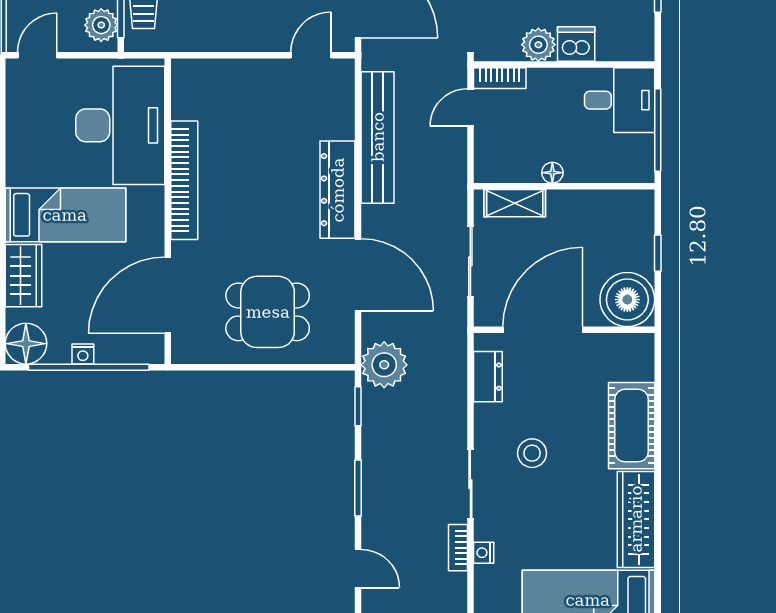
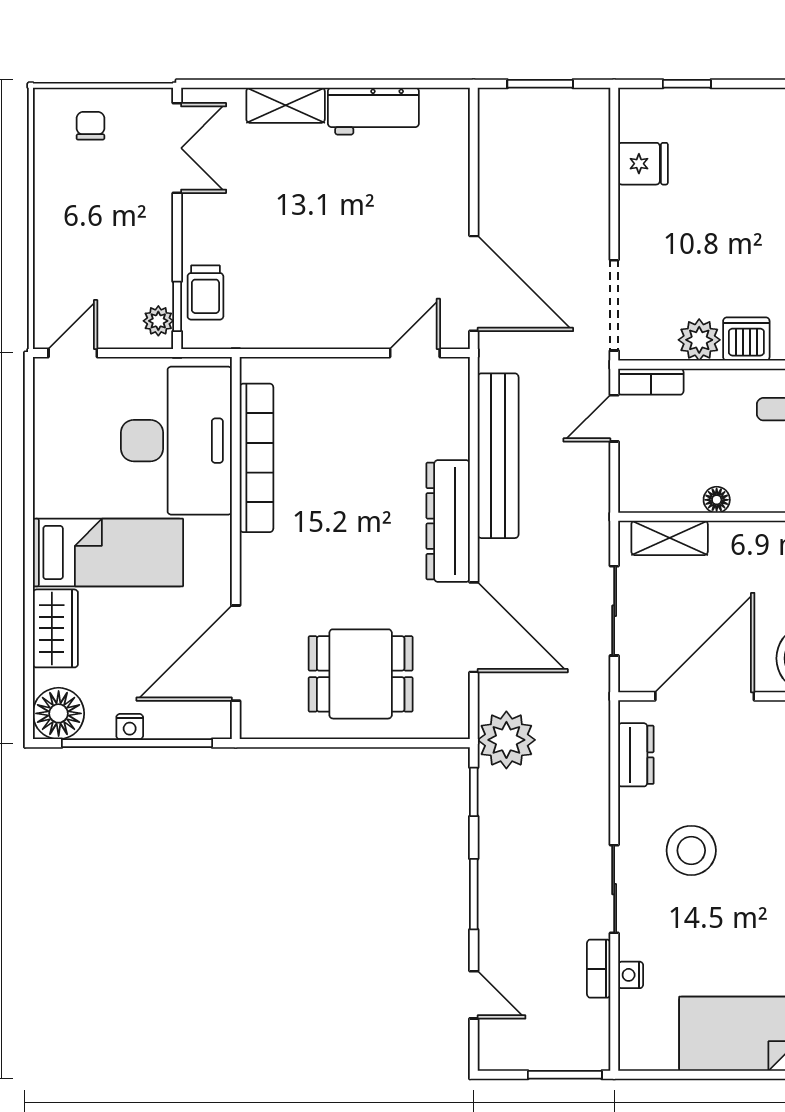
plant: (101, 25) -> (158, 321), width x0.73, depth x0.73
bookcase: (184, 180) -> (256, 458), moved
stool: (532, 453) -> (691, 850), width x1.38, depth x1.38

